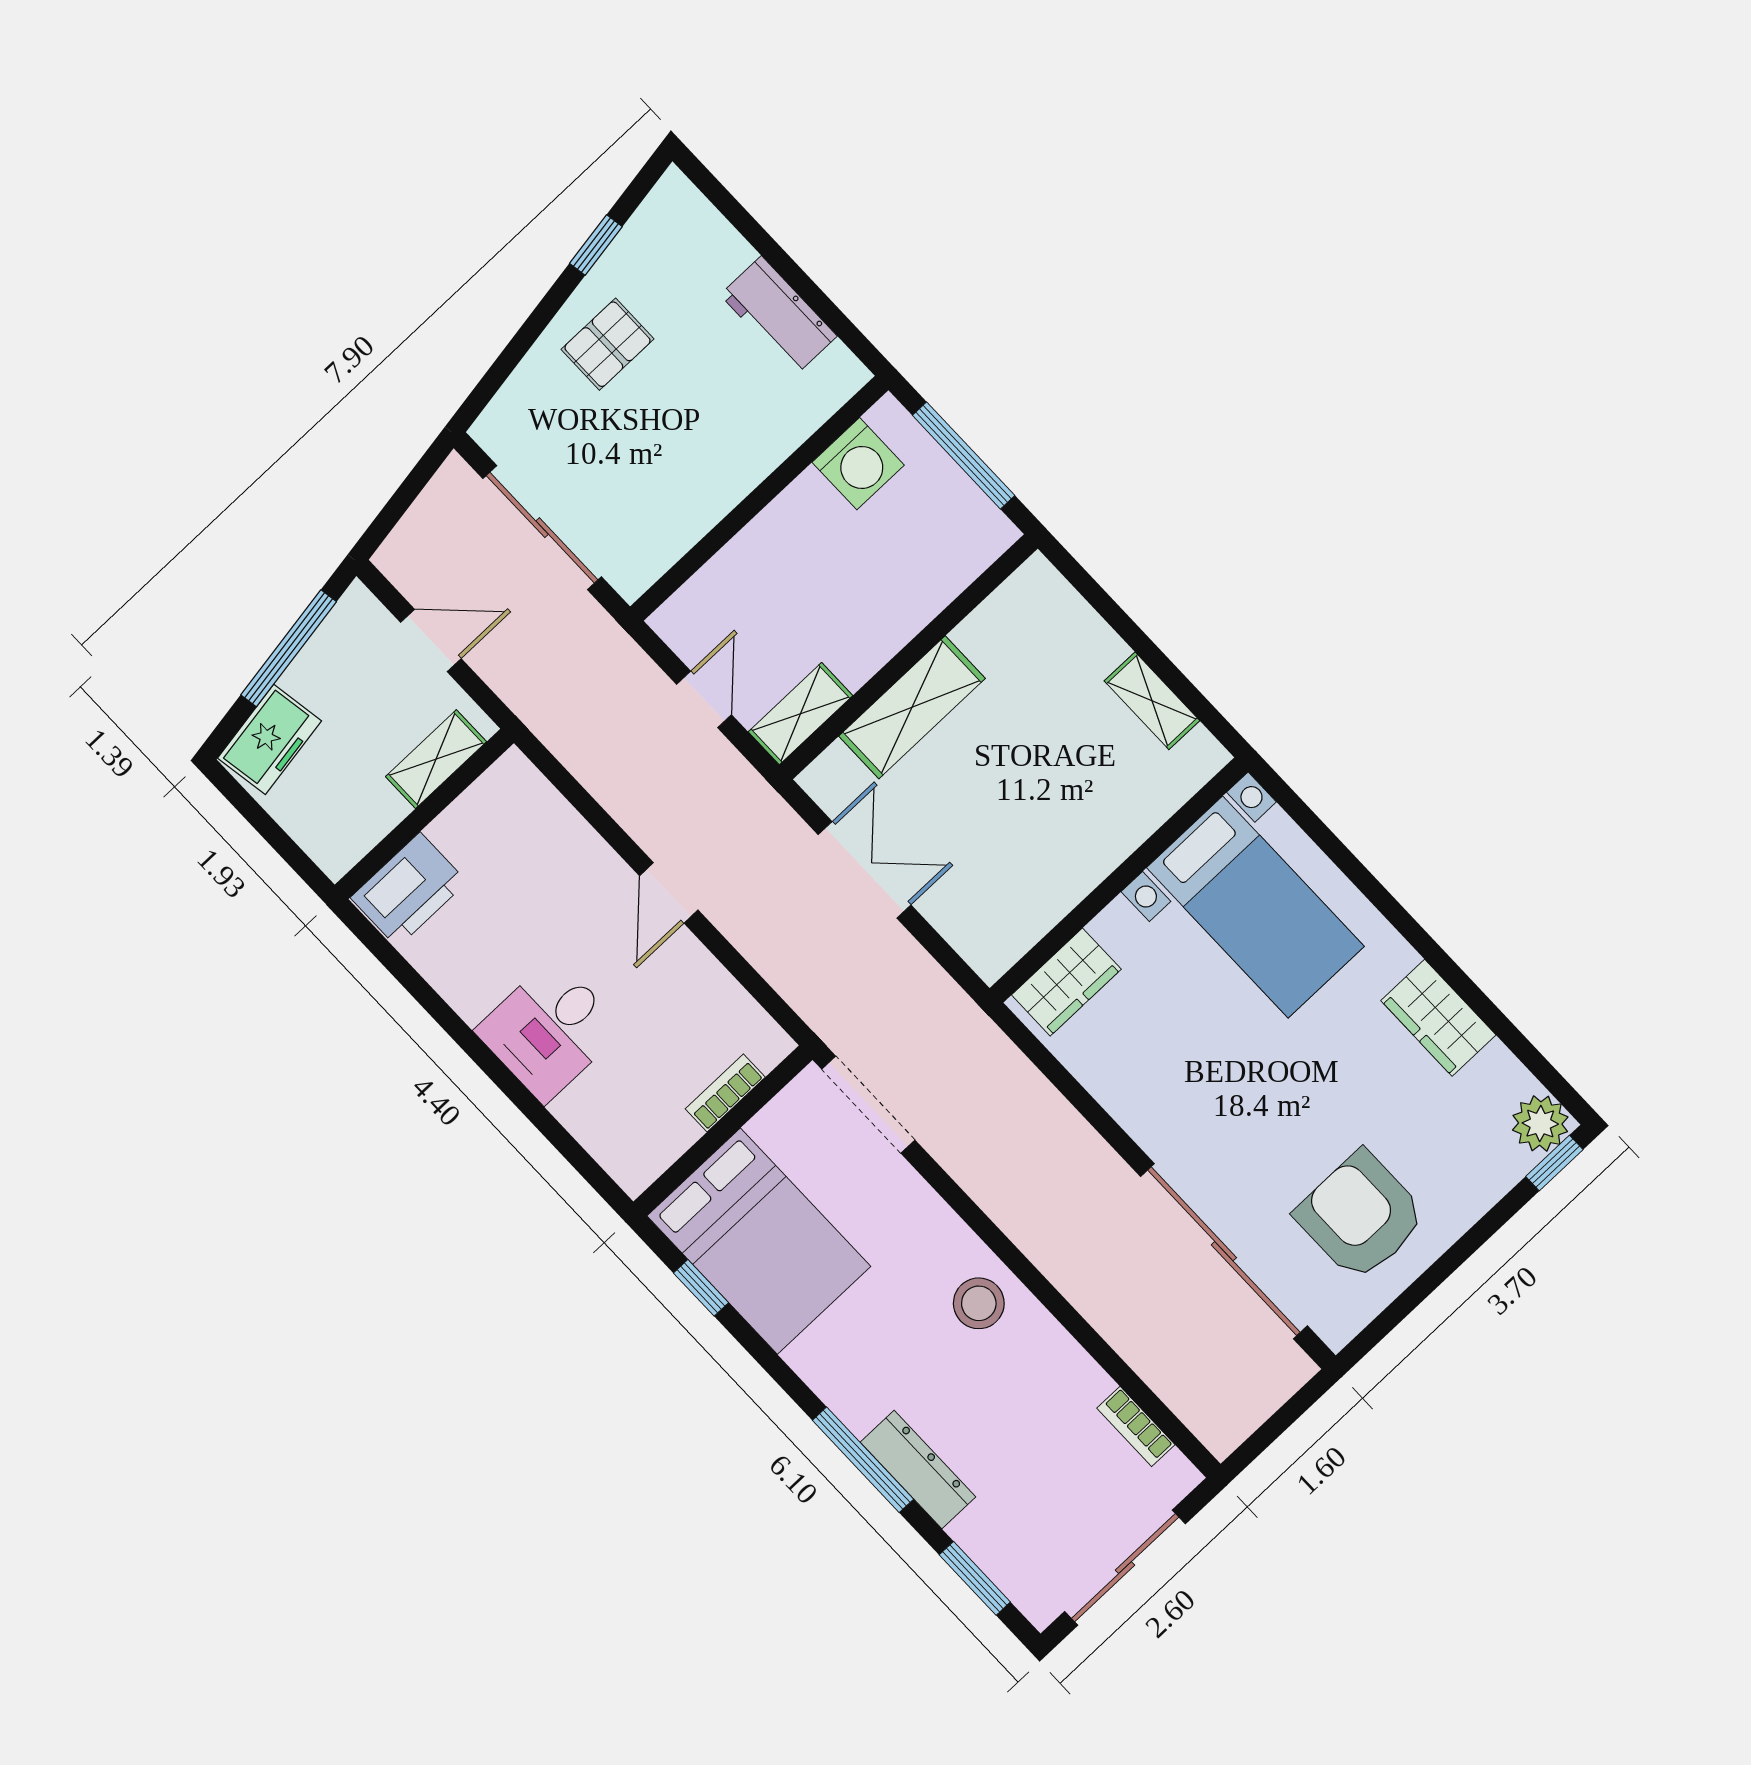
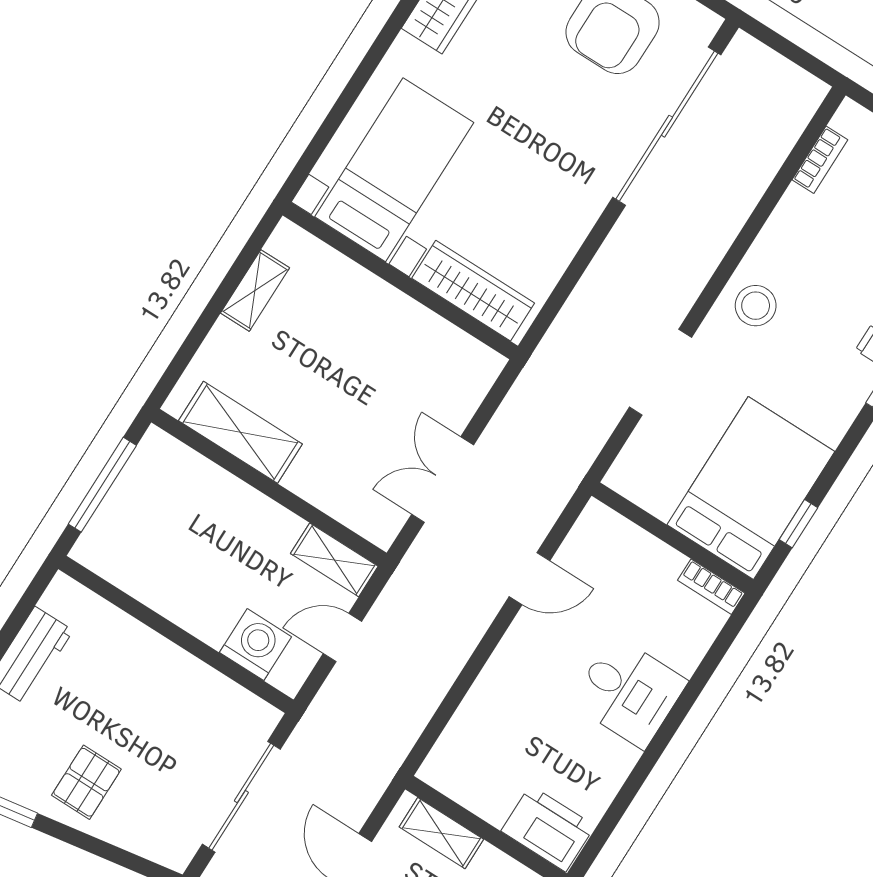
pallet: (608, 344) -> (86, 782), turned 90
washing machine: (858, 464) -> (255, 645), moved
shelving: (912, 707) -> (240, 432), moved
door: (669, 893) -> (530, 579), moved
wardrobe: (1066, 982) -> (473, 291), width x1.50
bookcase: (725, 1093) -> (711, 587), moved
doorway: (868, 1105) -> (660, 372), moved

